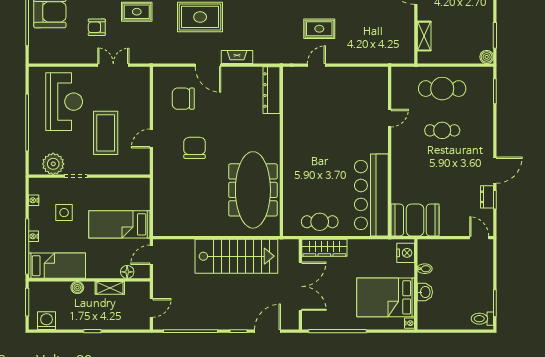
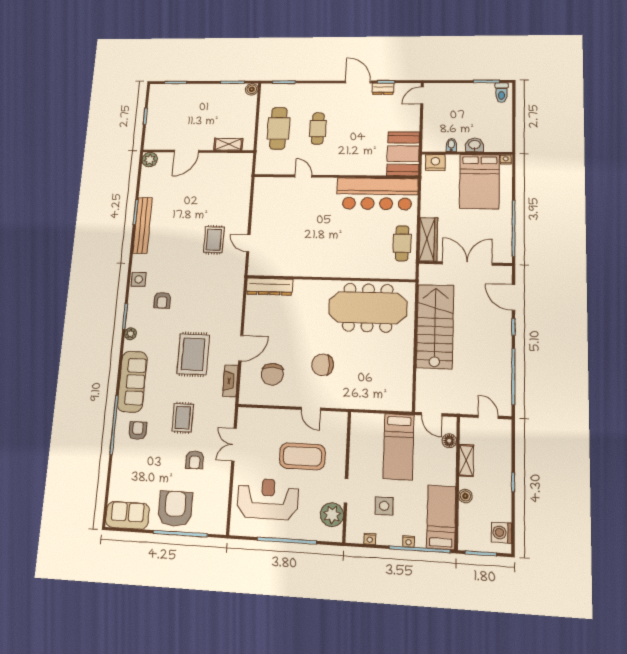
fireplace: (237, 57) -> (230, 381), moved

